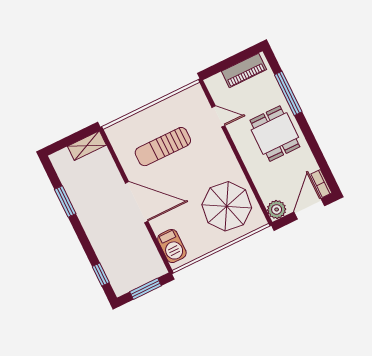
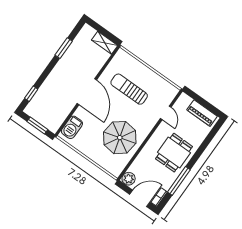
window: (288, 93) -> (179, 181), moved
parasol: (227, 206) -> (120, 138), moved

